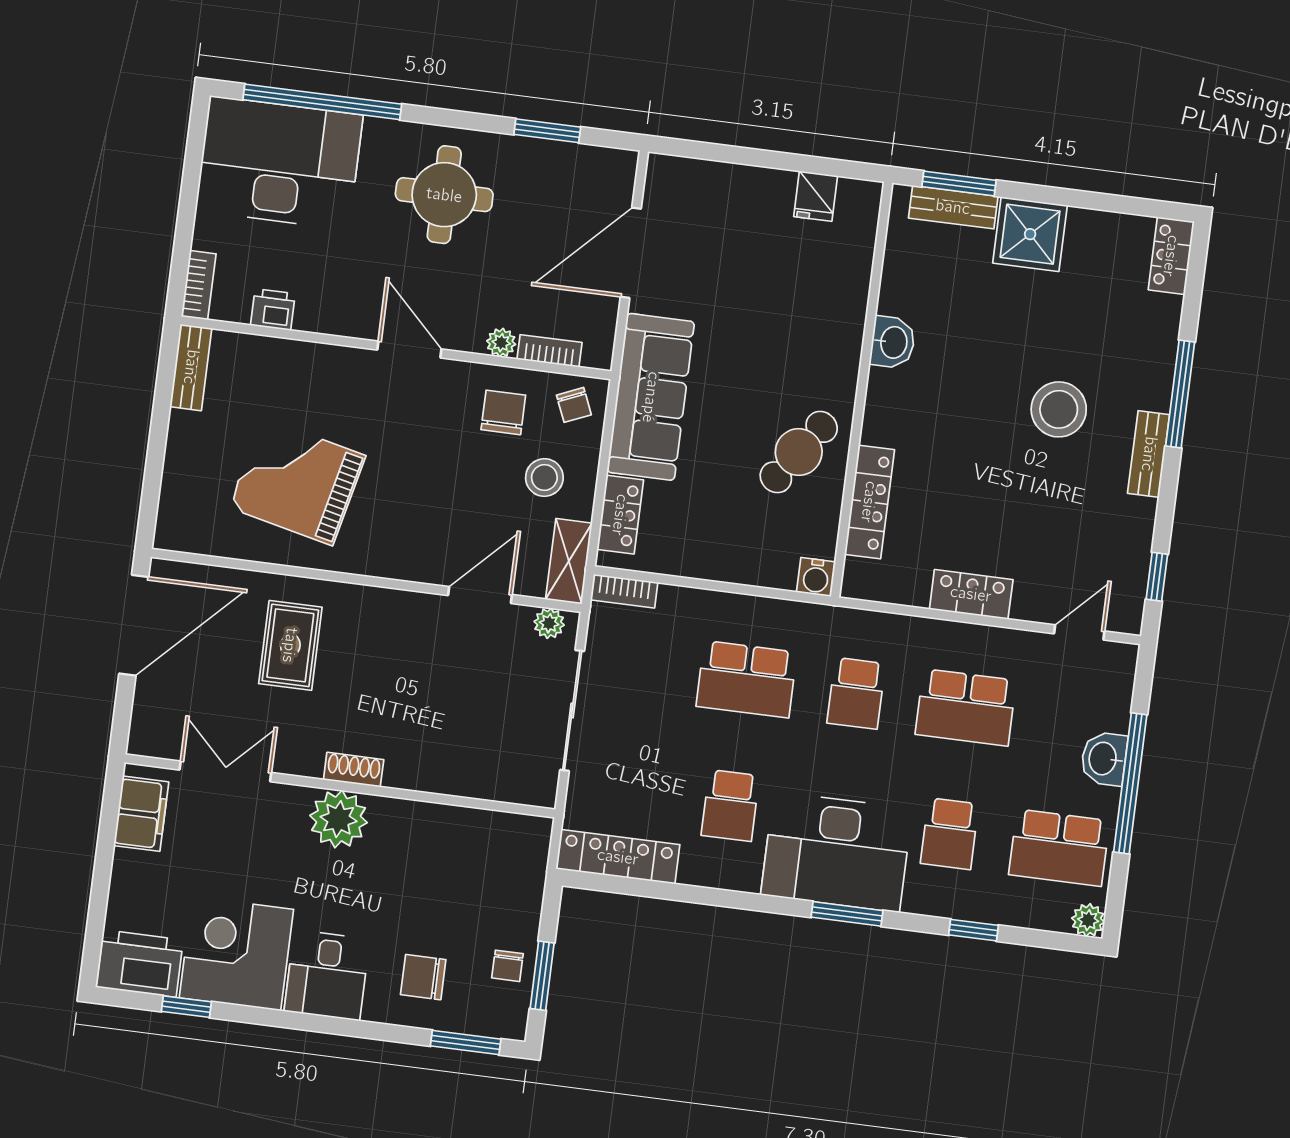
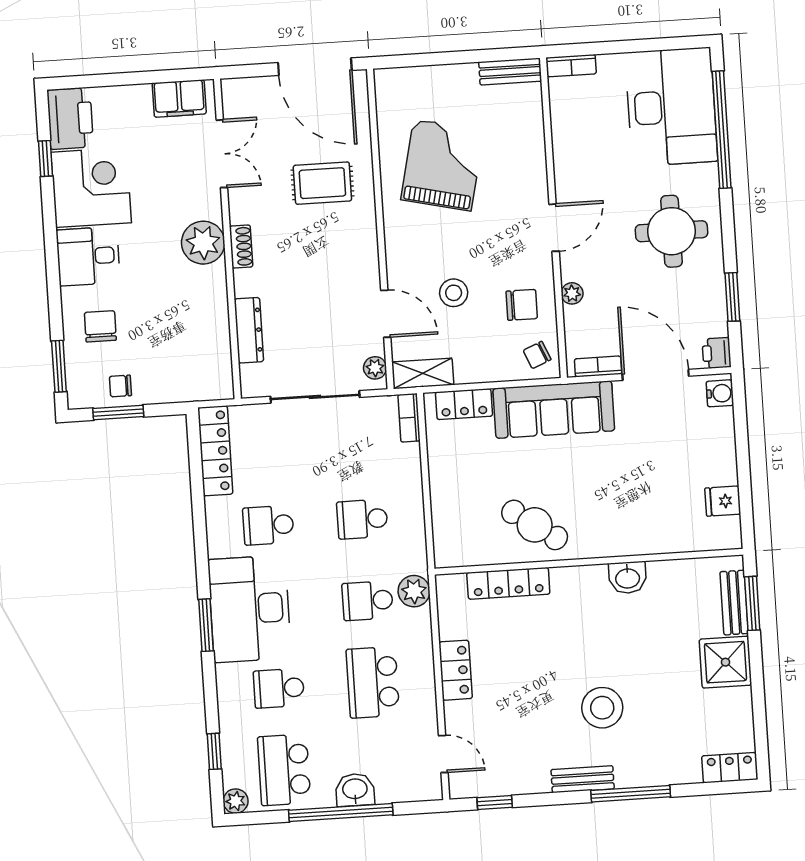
printer: (273, 309) -> (717, 353), moved, turned 180
bookcase: (550, 351) -> (598, 366), moved, turned -90
stool: (544, 478) -> (454, 293), moved
water cooler: (816, 577) -> (720, 393), moved, turned 180
plant: (856, 629) -> (414, 591), added
school desk: (747, 679) -> (362, 519), width x0.54
dresser: (467, 781) -> (249, 330), added
window: (974, 930) -> (214, 751), moved

